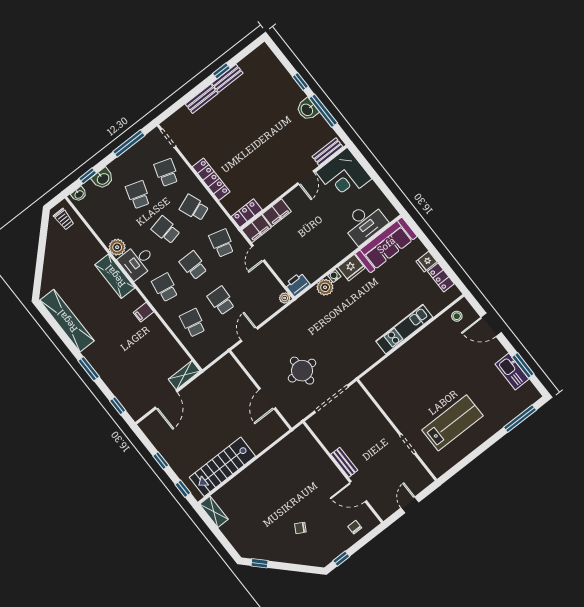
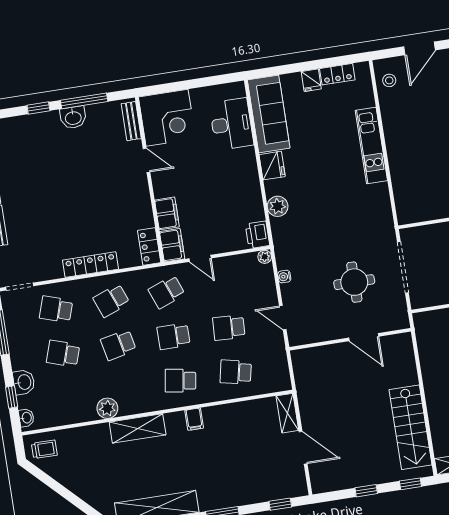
school desk: (222, 243) -> (167, 292), turned -36
desk: (137, 261) -> (135, 395), removed
water cooler: (334, 276) -> (284, 277), moved

